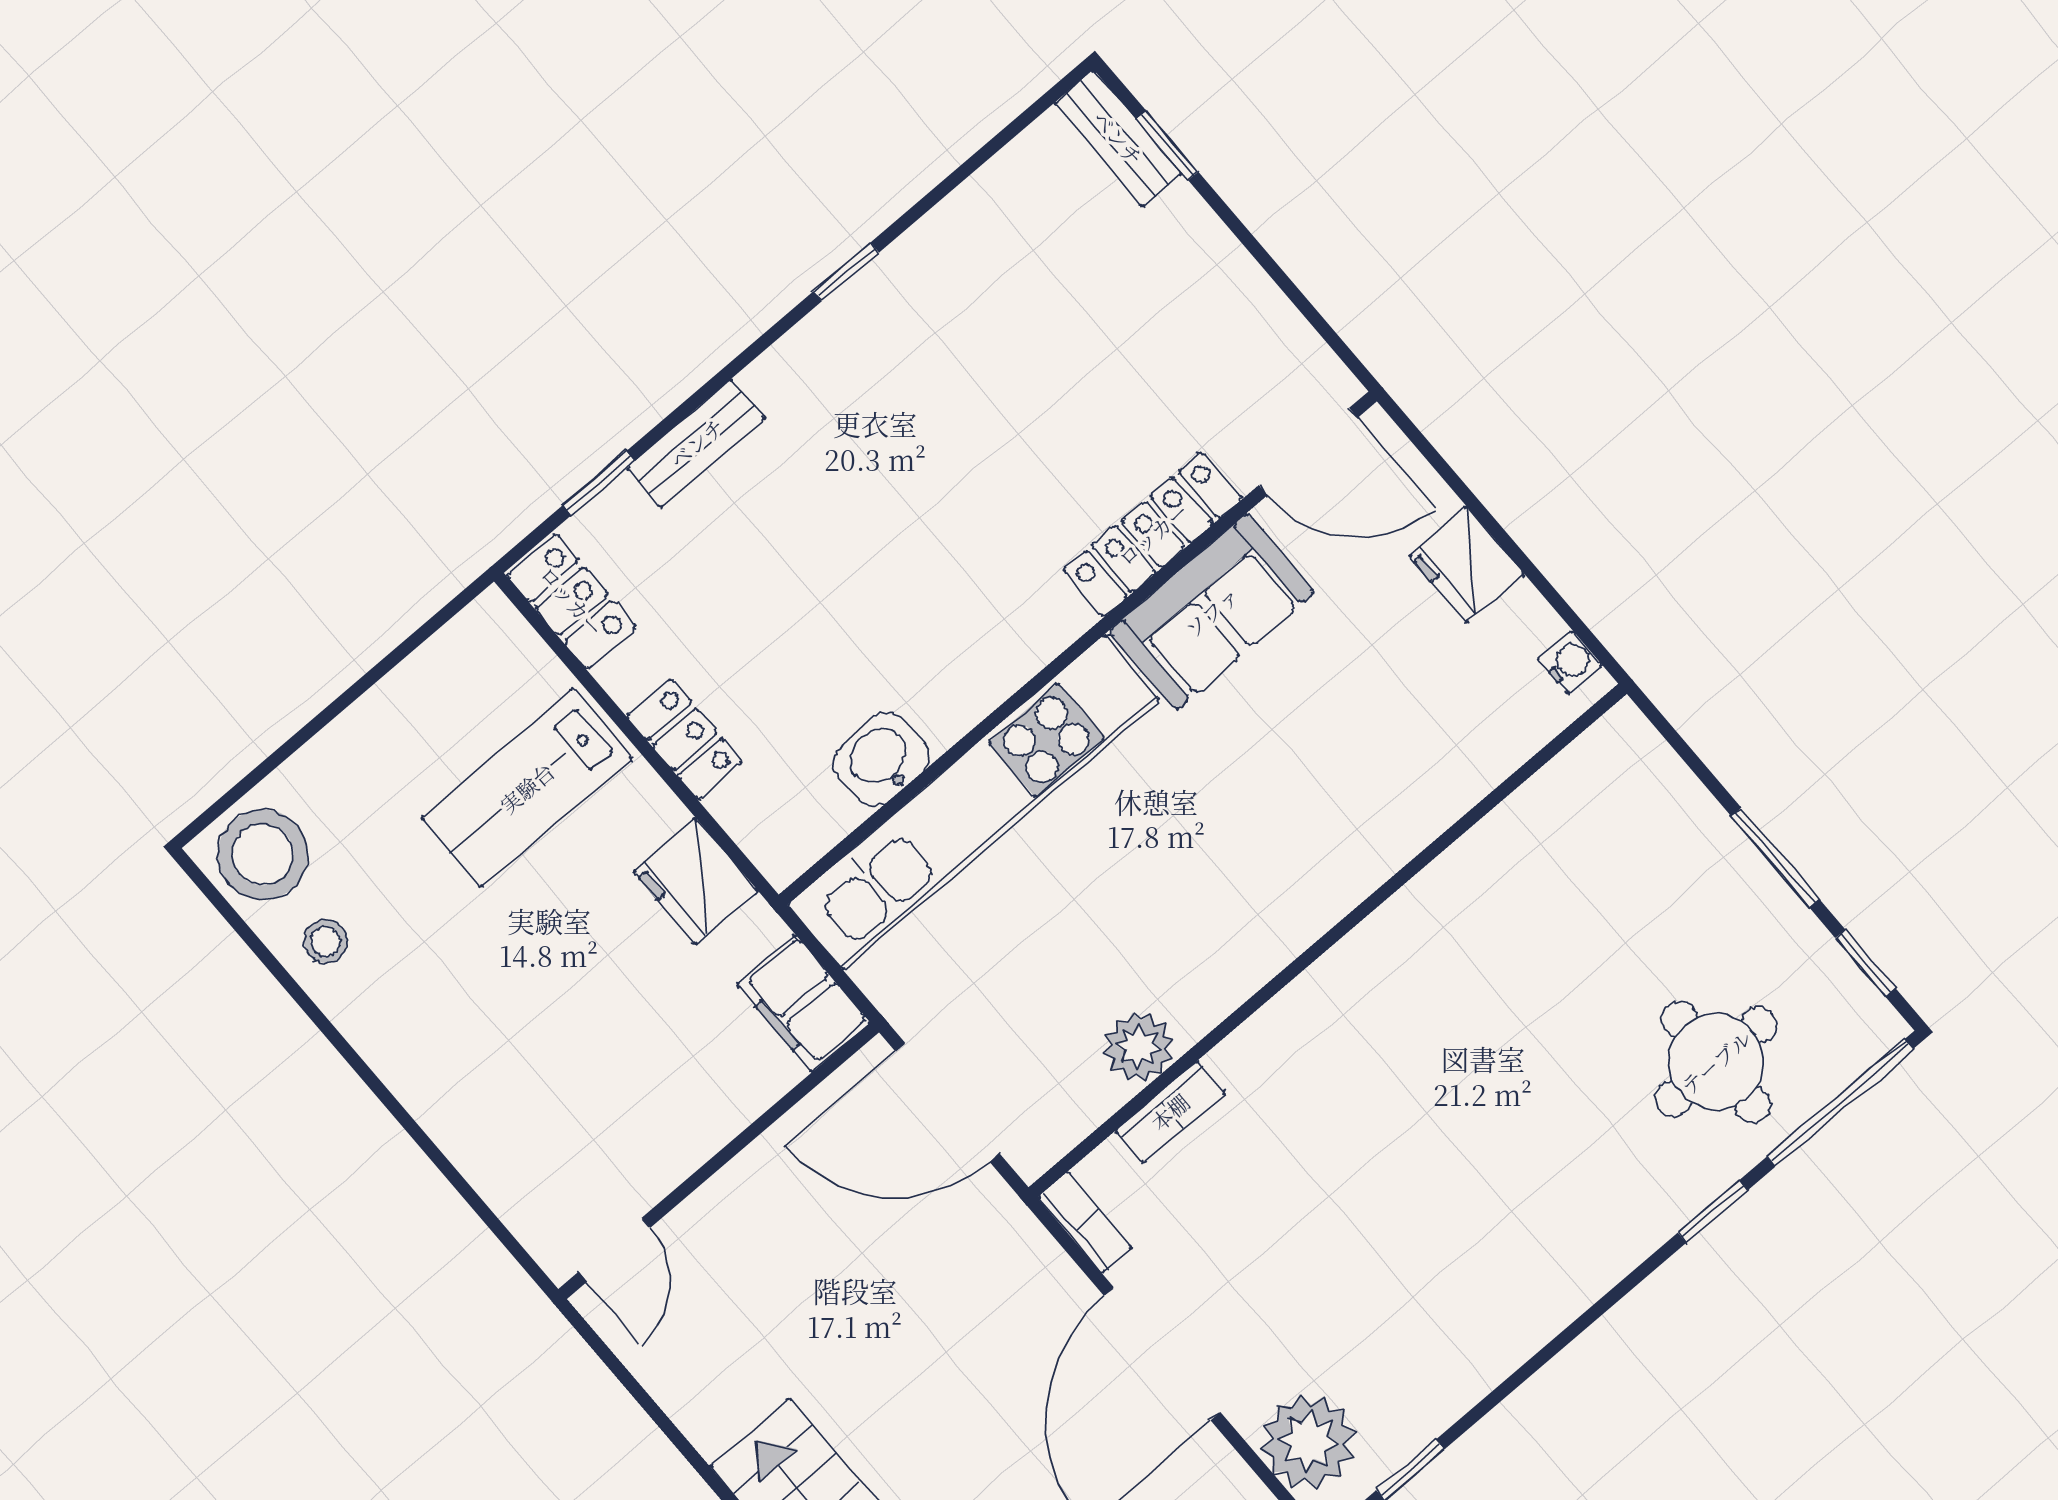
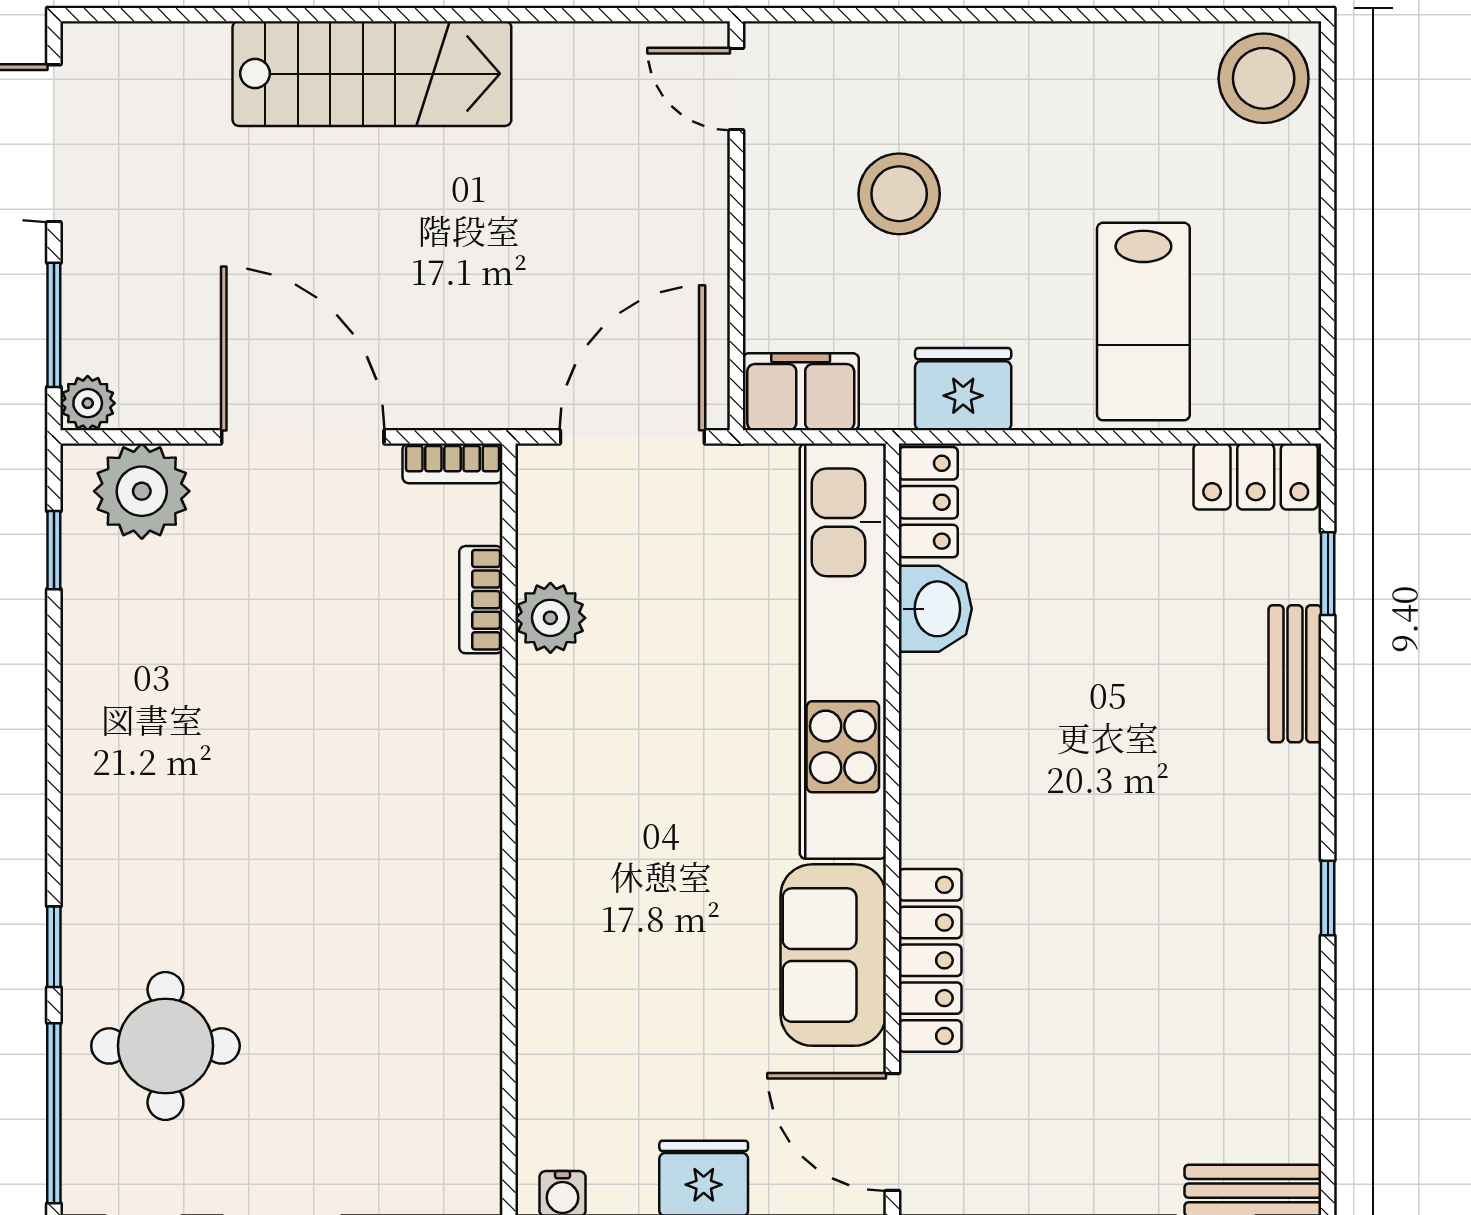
door: (1308, 451) -> (892, 1132), hinge flipped
locker: (685, 739) -> (928, 502), moved, turned -90
lab bench: (527, 788) -> (1143, 322), turned 180
stool: (326, 941) -> (899, 194), moved, width x1.89, depth x1.89

